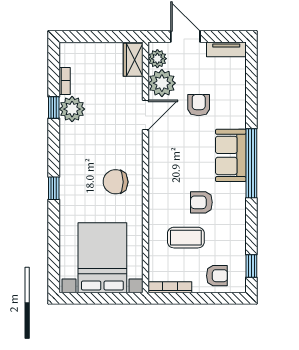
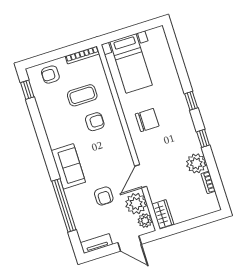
window: (54, 107) -> (203, 138), moved
window: (251, 163) -> (64, 205), moved
armchair: (201, 202) -> (95, 122), moved
bed with nightstands: (102, 258) -> (131, 63), width x0.73

